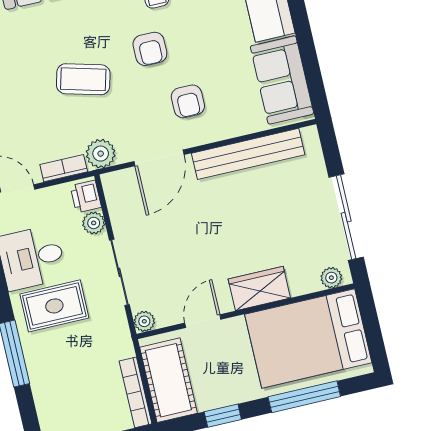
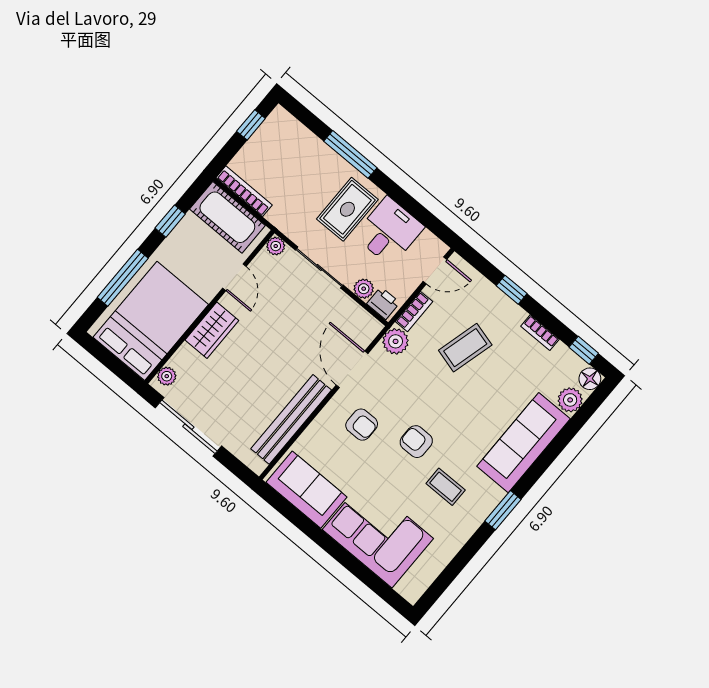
coffee table: (83, 79) -> (465, 348), moved
armchair: (188, 101) -> (362, 425), turned 180

